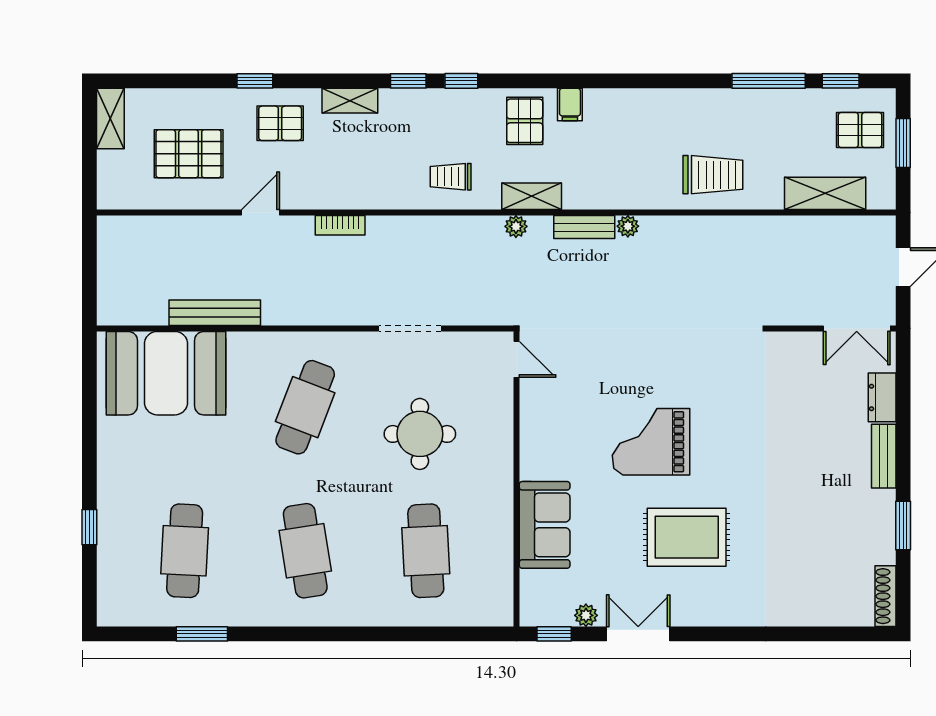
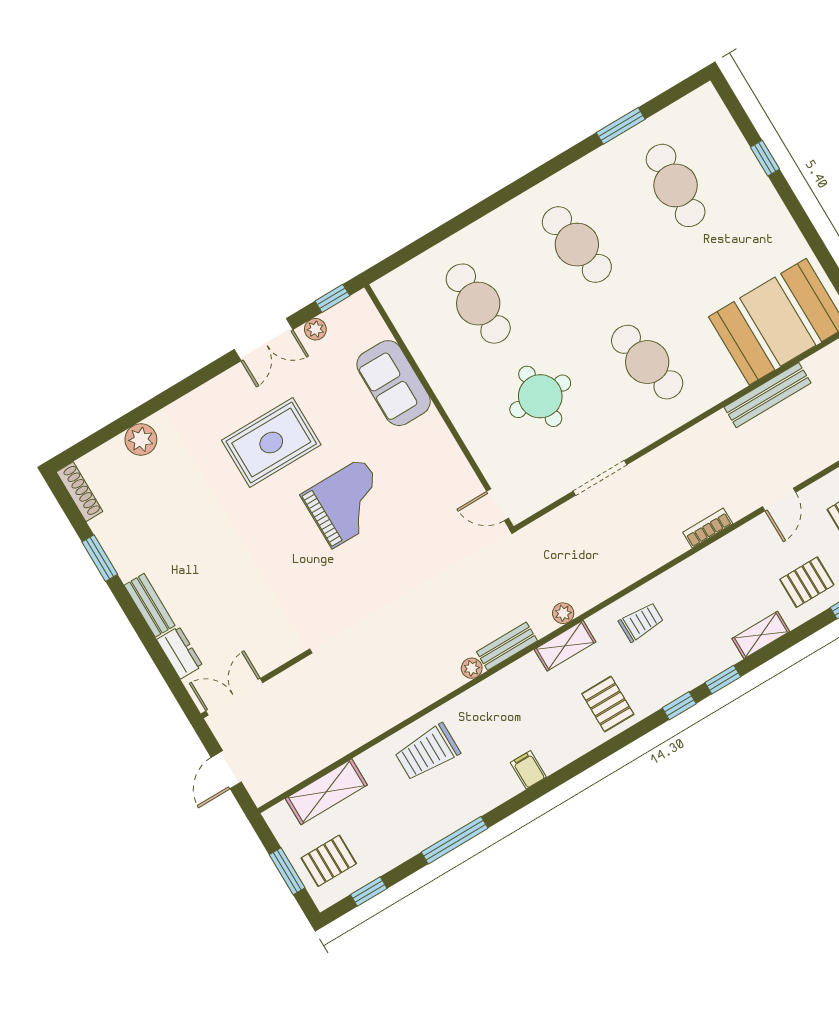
window: (769, 81) -> (455, 840), moved
filing cabinet: (570, 104) -> (528, 770), moved
cafe table: (305, 407) -> (647, 362), turned -33
plant: (802, 610) -> (141, 439), added

